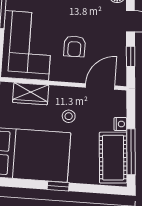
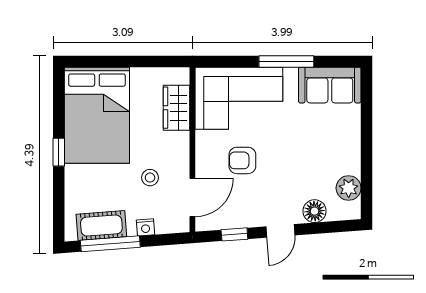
door: (100, 87) -> (192, 197), hinge flipped
stool: (69, 116) -> (150, 178), moved
cot: (113, 158) -> (101, 226), width x0.73, depth x0.75

